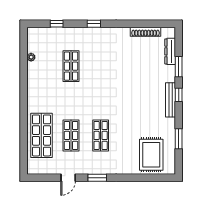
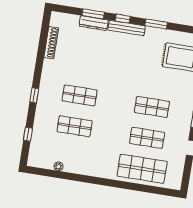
dresser: (170, 51) -> (94, 23), moved
shop shelf: (101, 66) -> (80, 95), added
window: (179, 139) -> (156, 24), moved

